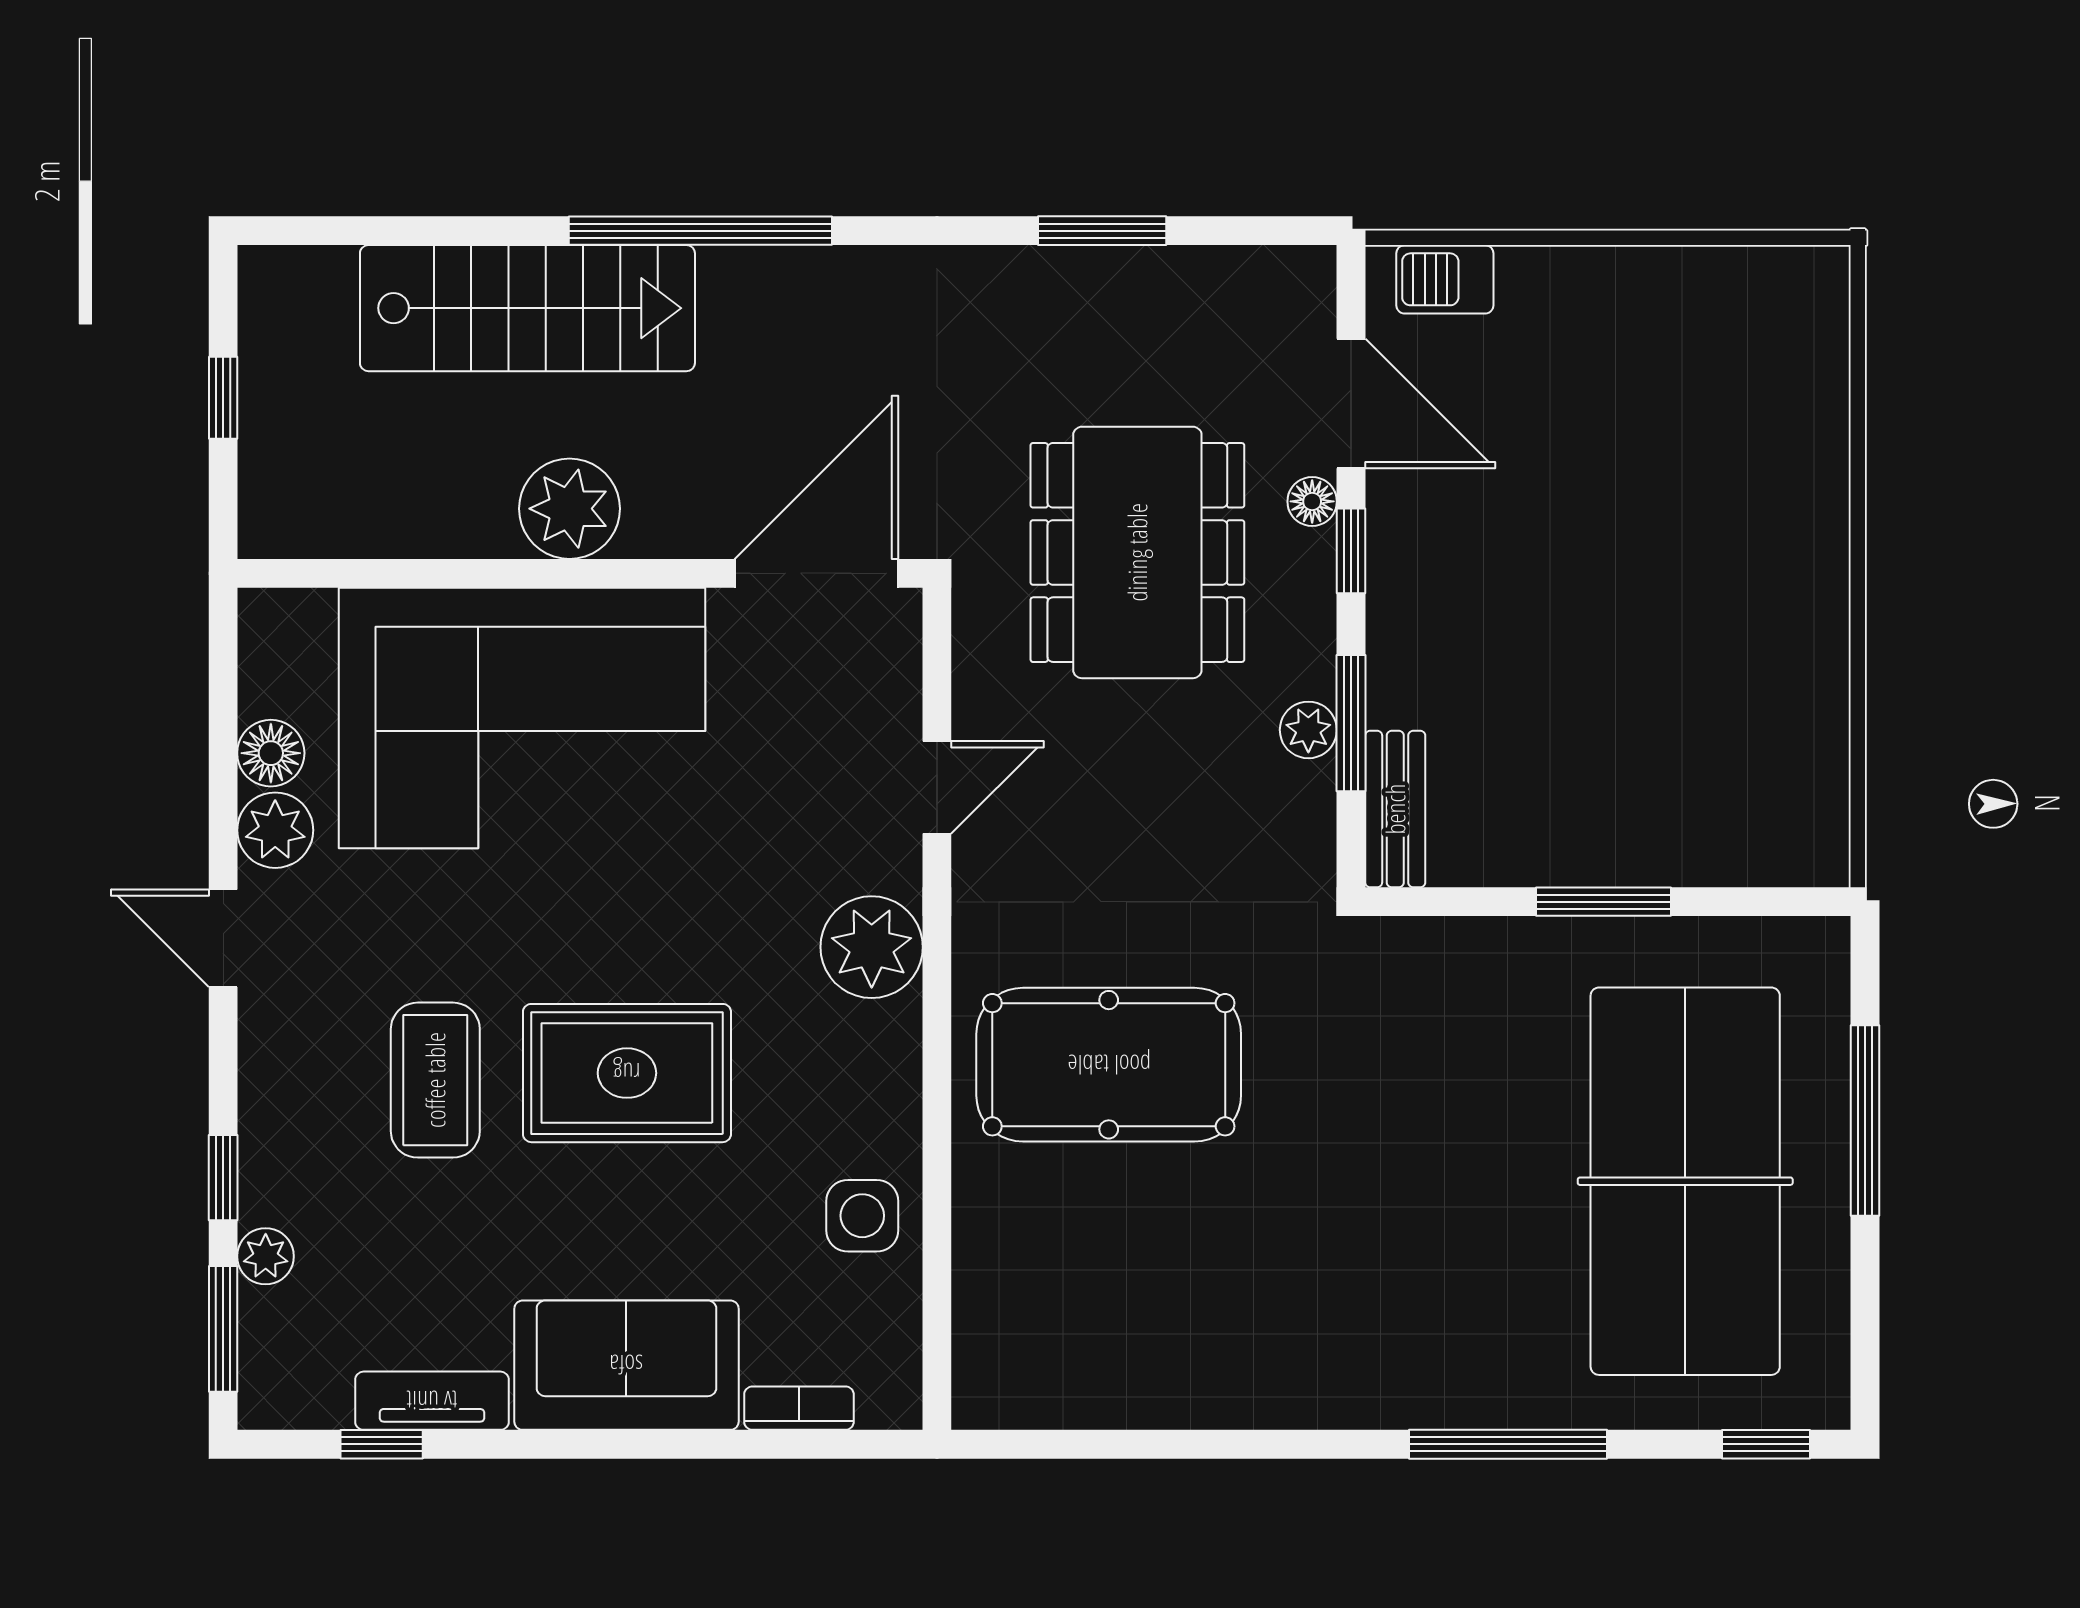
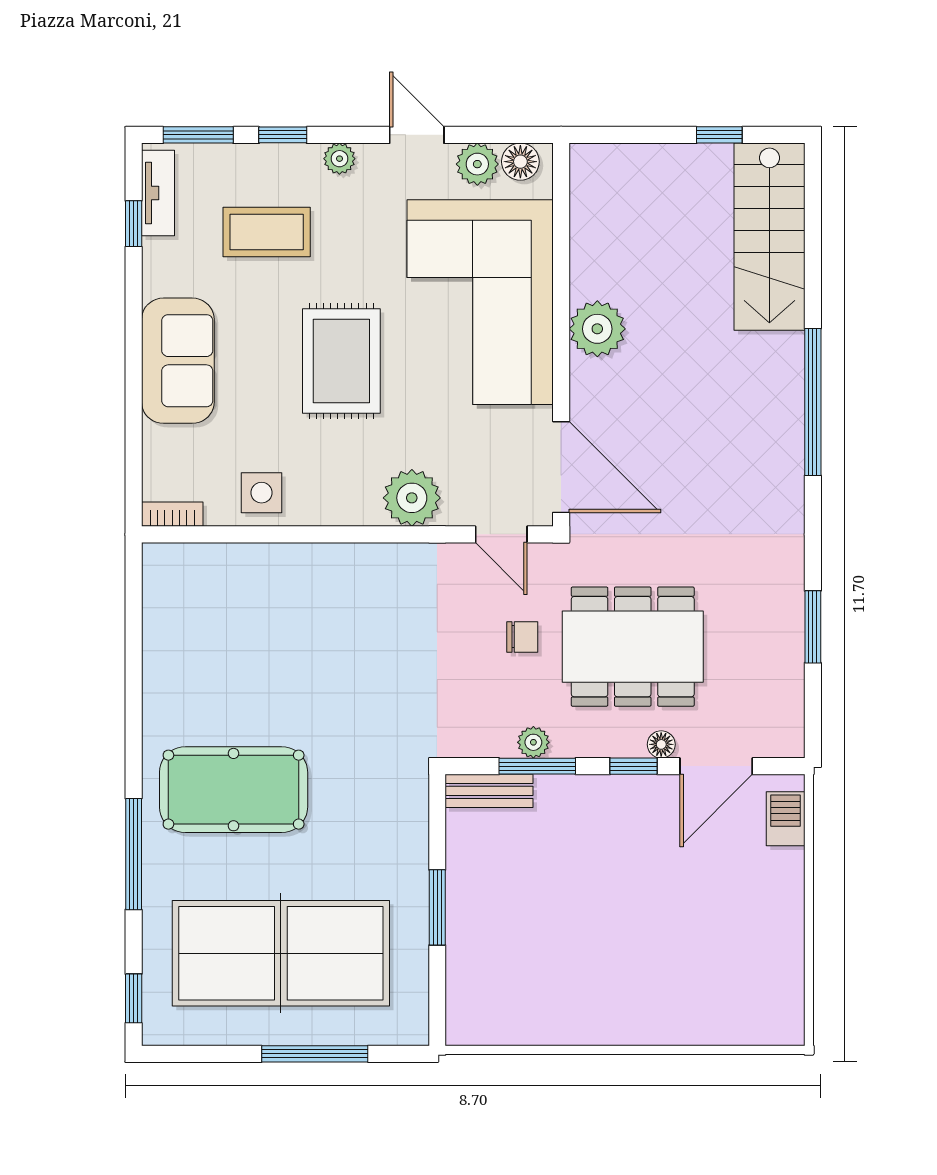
stairs: (527, 308) -> (769, 237), moved
plant: (569, 509) -> (597, 329), moved
wall: (580, 573) -> (561, 335), moved
door: (816, 573) -> (561, 467), moved
corner sofa: (522, 718) -> (480, 302), moved
chair: (1120, 750) -> (522, 637), added
door: (223, 938) -> (417, 135), hinge flipped
pool table: (1109, 1065) -> (234, 790), moved, turned 90
coffee table: (435, 1080) -> (267, 232), moved
plant: (266, 1256) -> (339, 159), moved
tv unit: (432, 1401) -> (158, 193), moved
bookcase: (799, 1408) -> (172, 514), moved, turned -90

